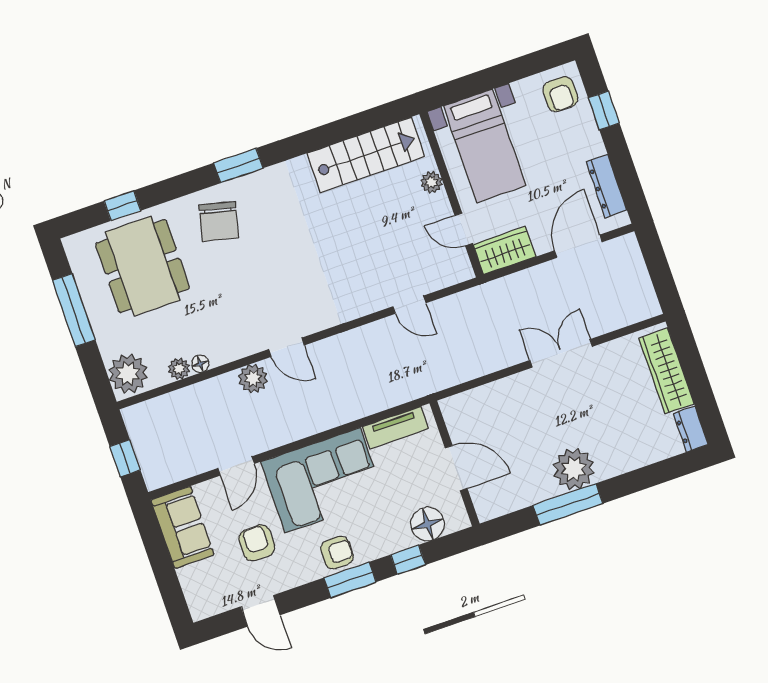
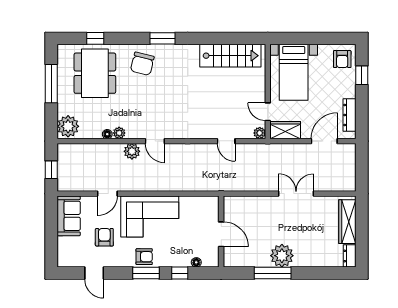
plant: (431, 182) -> (260, 133), moved
plant: (179, 369) -> (119, 133), moved
tv unit: (395, 428) -> (197, 202), removed
floor lamp: (428, 524) -> (196, 262), width x0.53, depth x0.53

